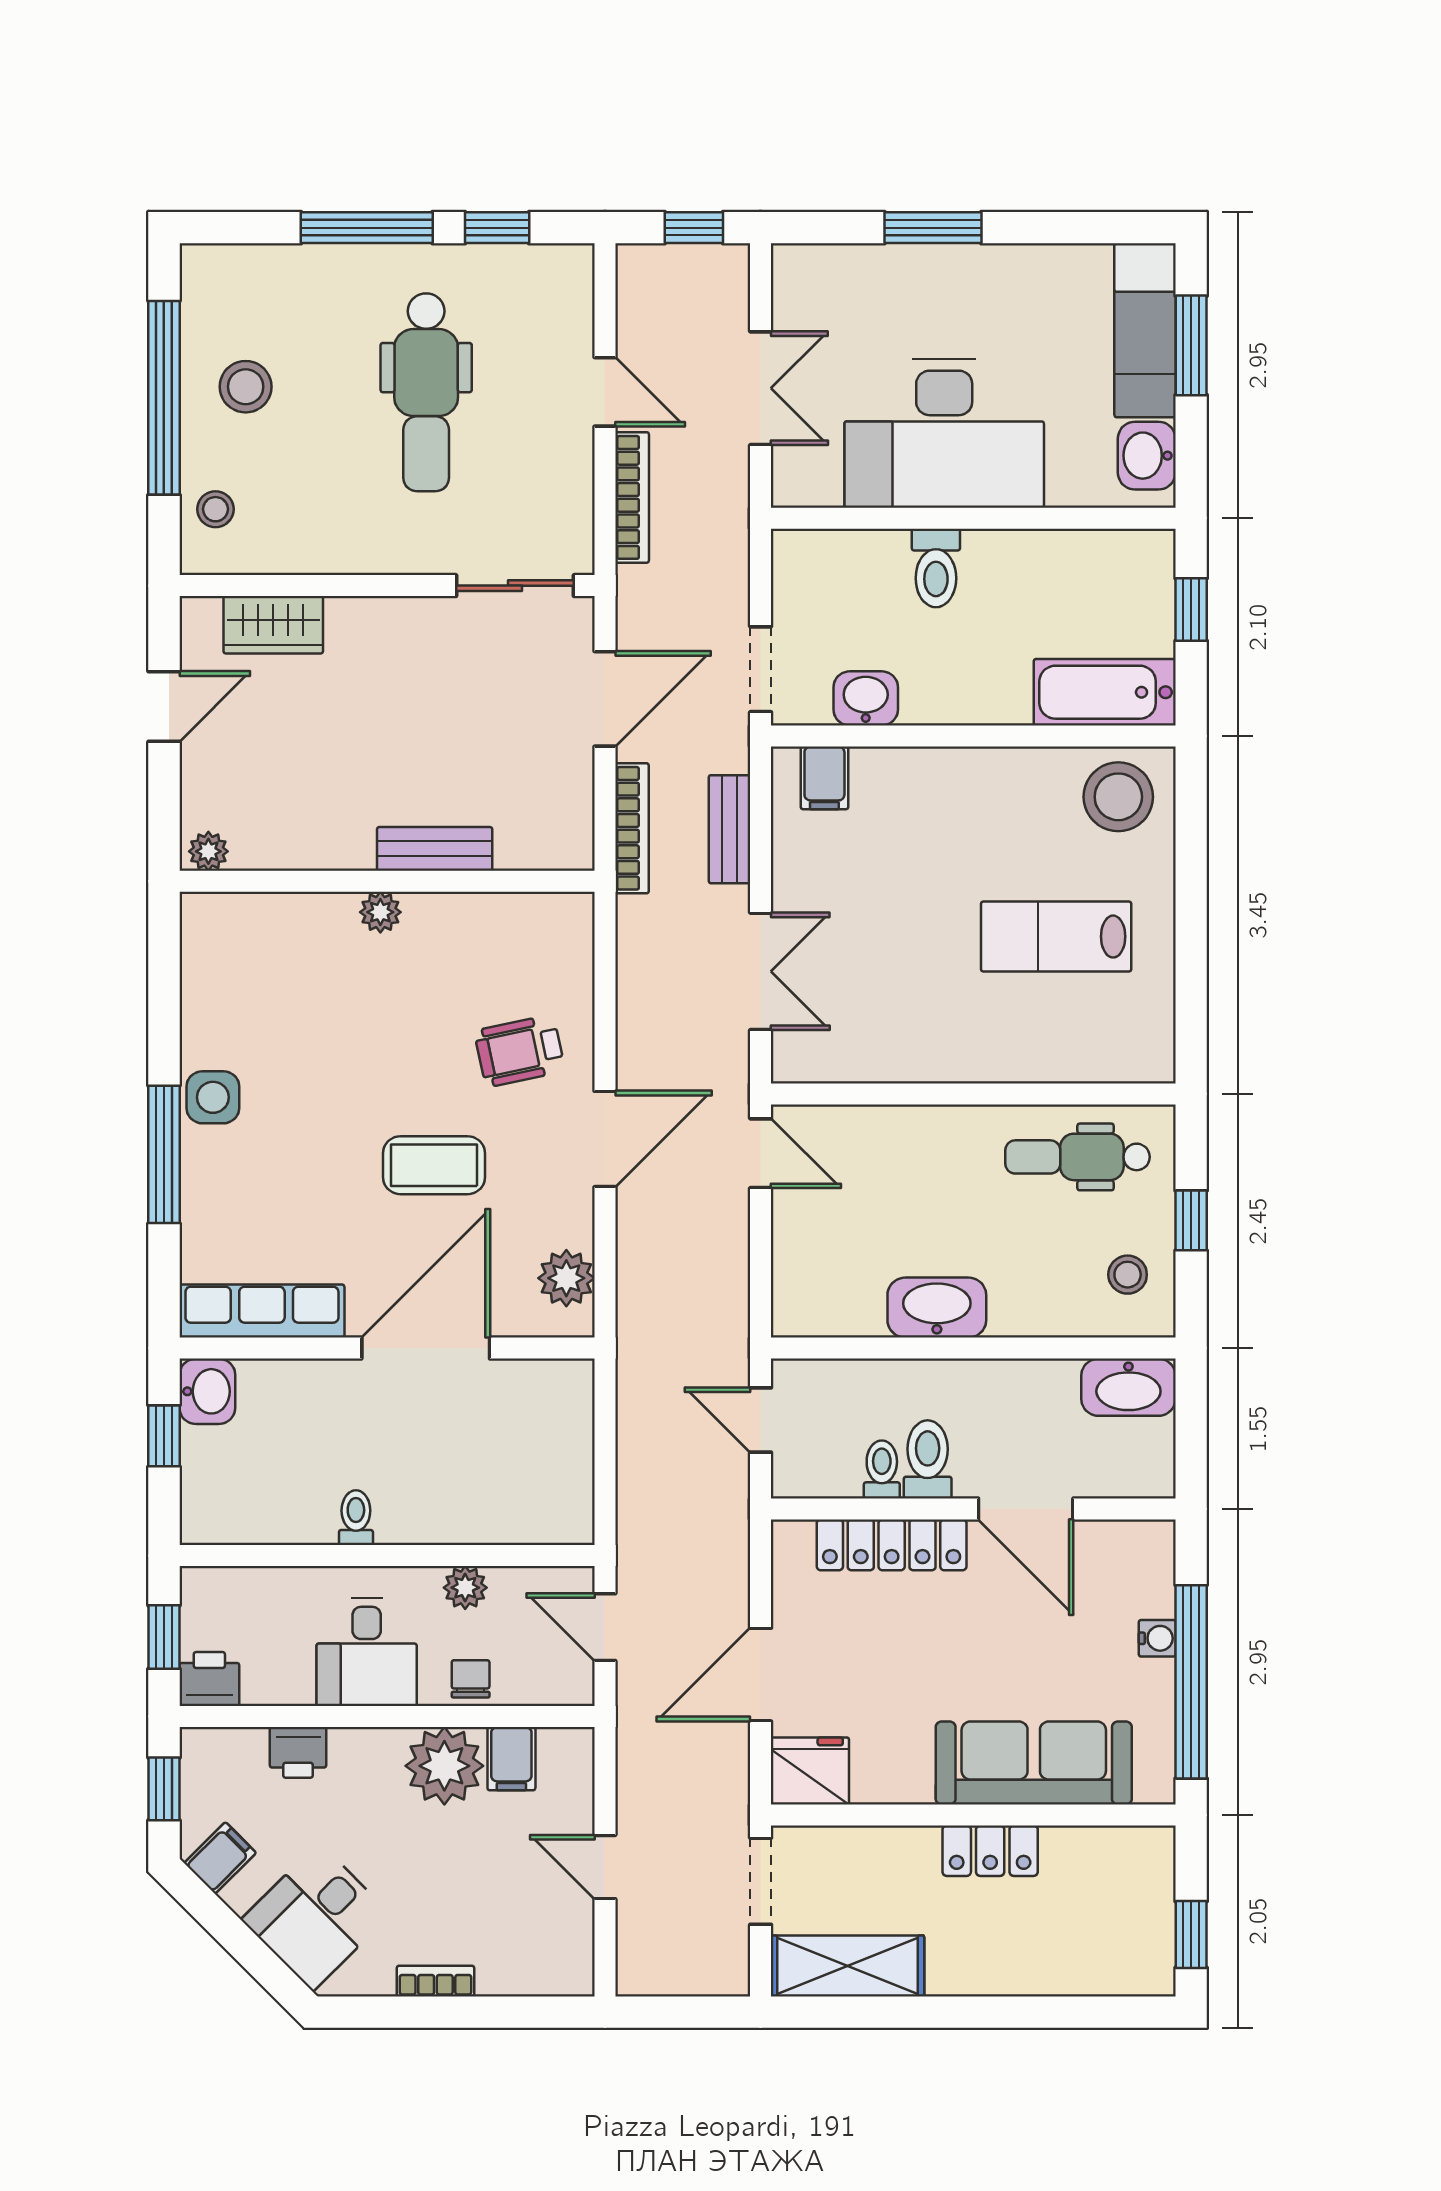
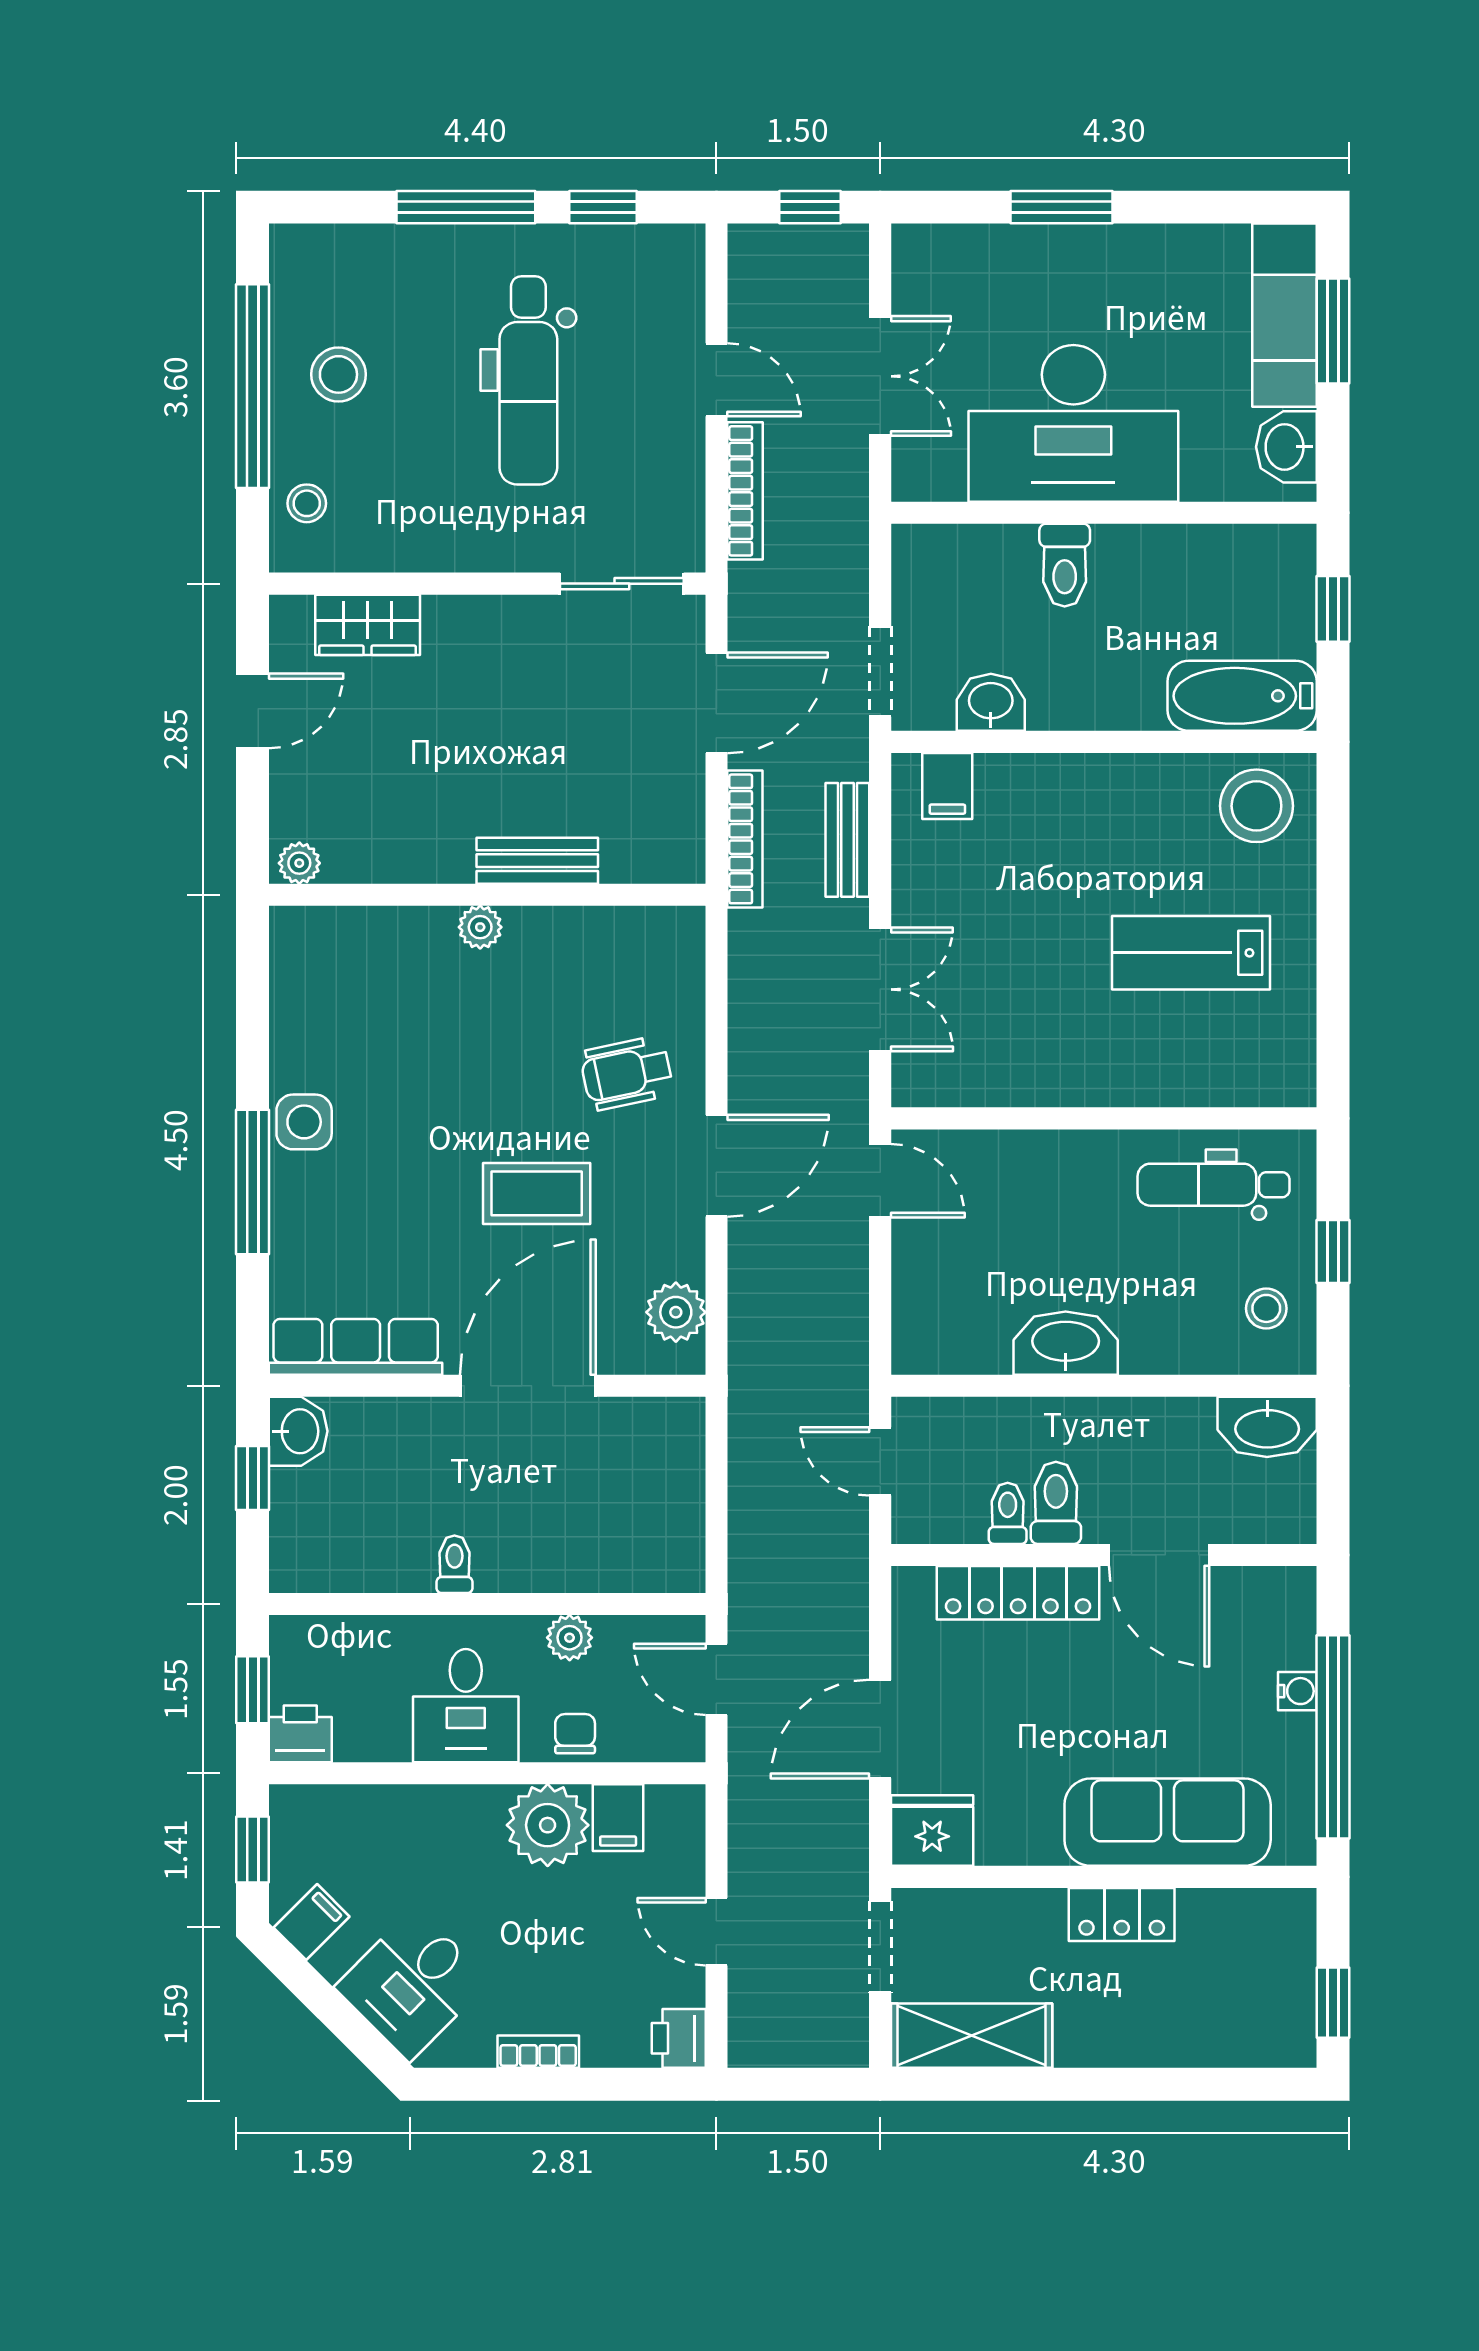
printer: (298, 1752) -> (679, 2038), moved, turned 90

